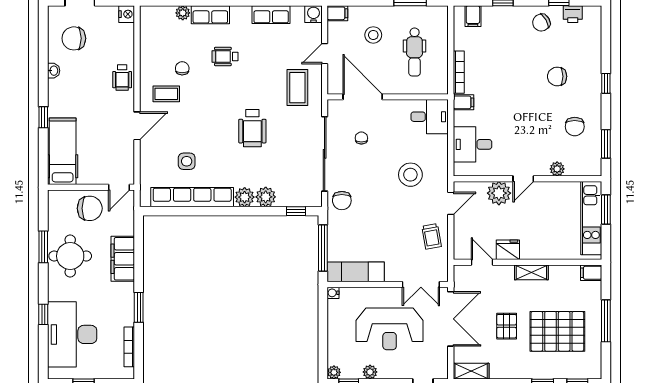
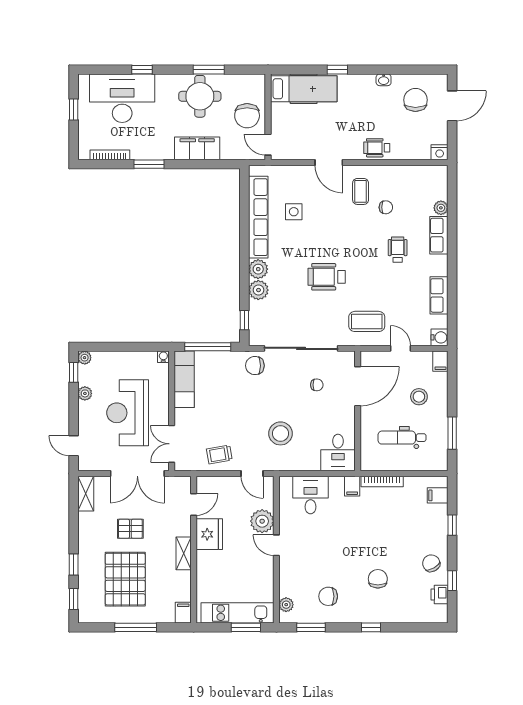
plant: (557, 169) -> (286, 605), moved
fridge: (508, 250) -> (209, 534), width x1.36, depth x1.34

